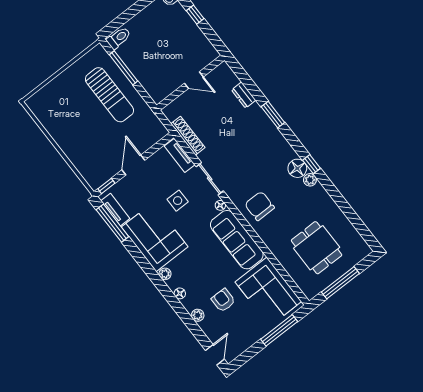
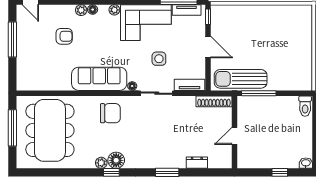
window: (123, 68) -> (259, 93), moved
sun lounger: (109, 95) -> (241, 79), moved
shoe rack: (188, 136) -> (214, 101), moved
dining table: (317, 248) -> (50, 130), width x1.88, depth x1.24
corner sofa: (268, 292) -> (45, 73), removed
plant: (198, 315) -> (81, 10), moved
window: (279, 330) -> (12, 39), moved

